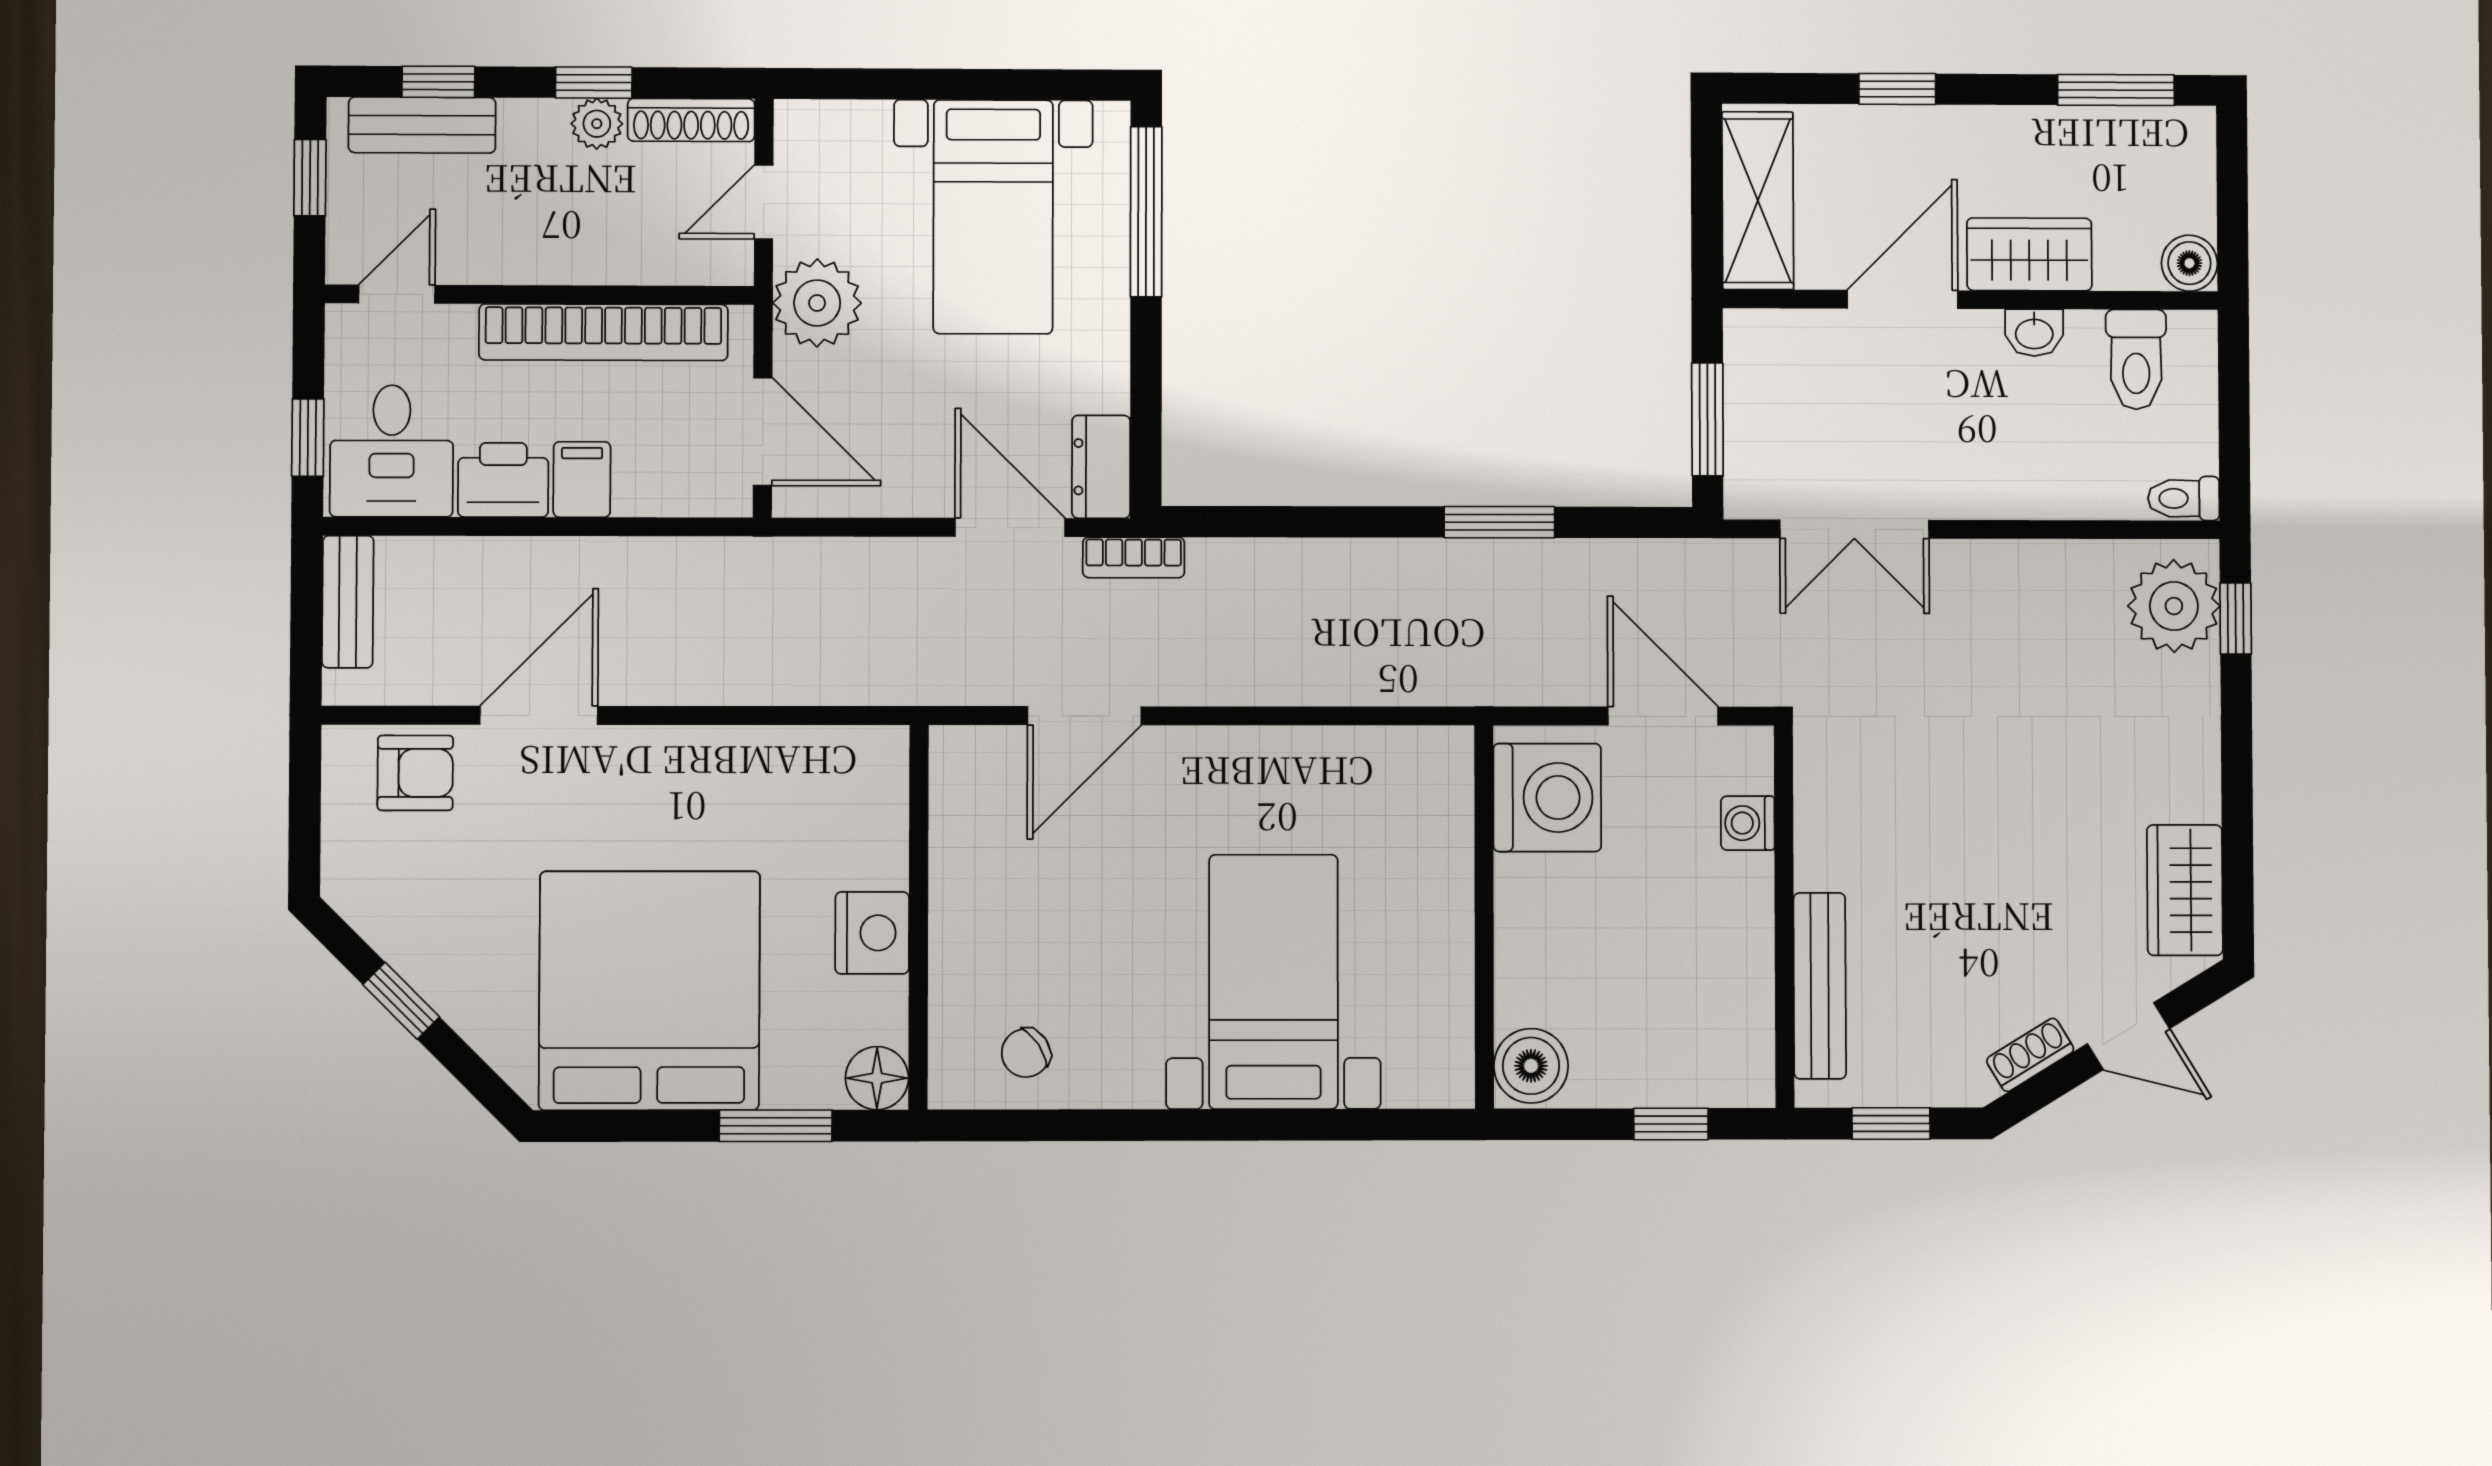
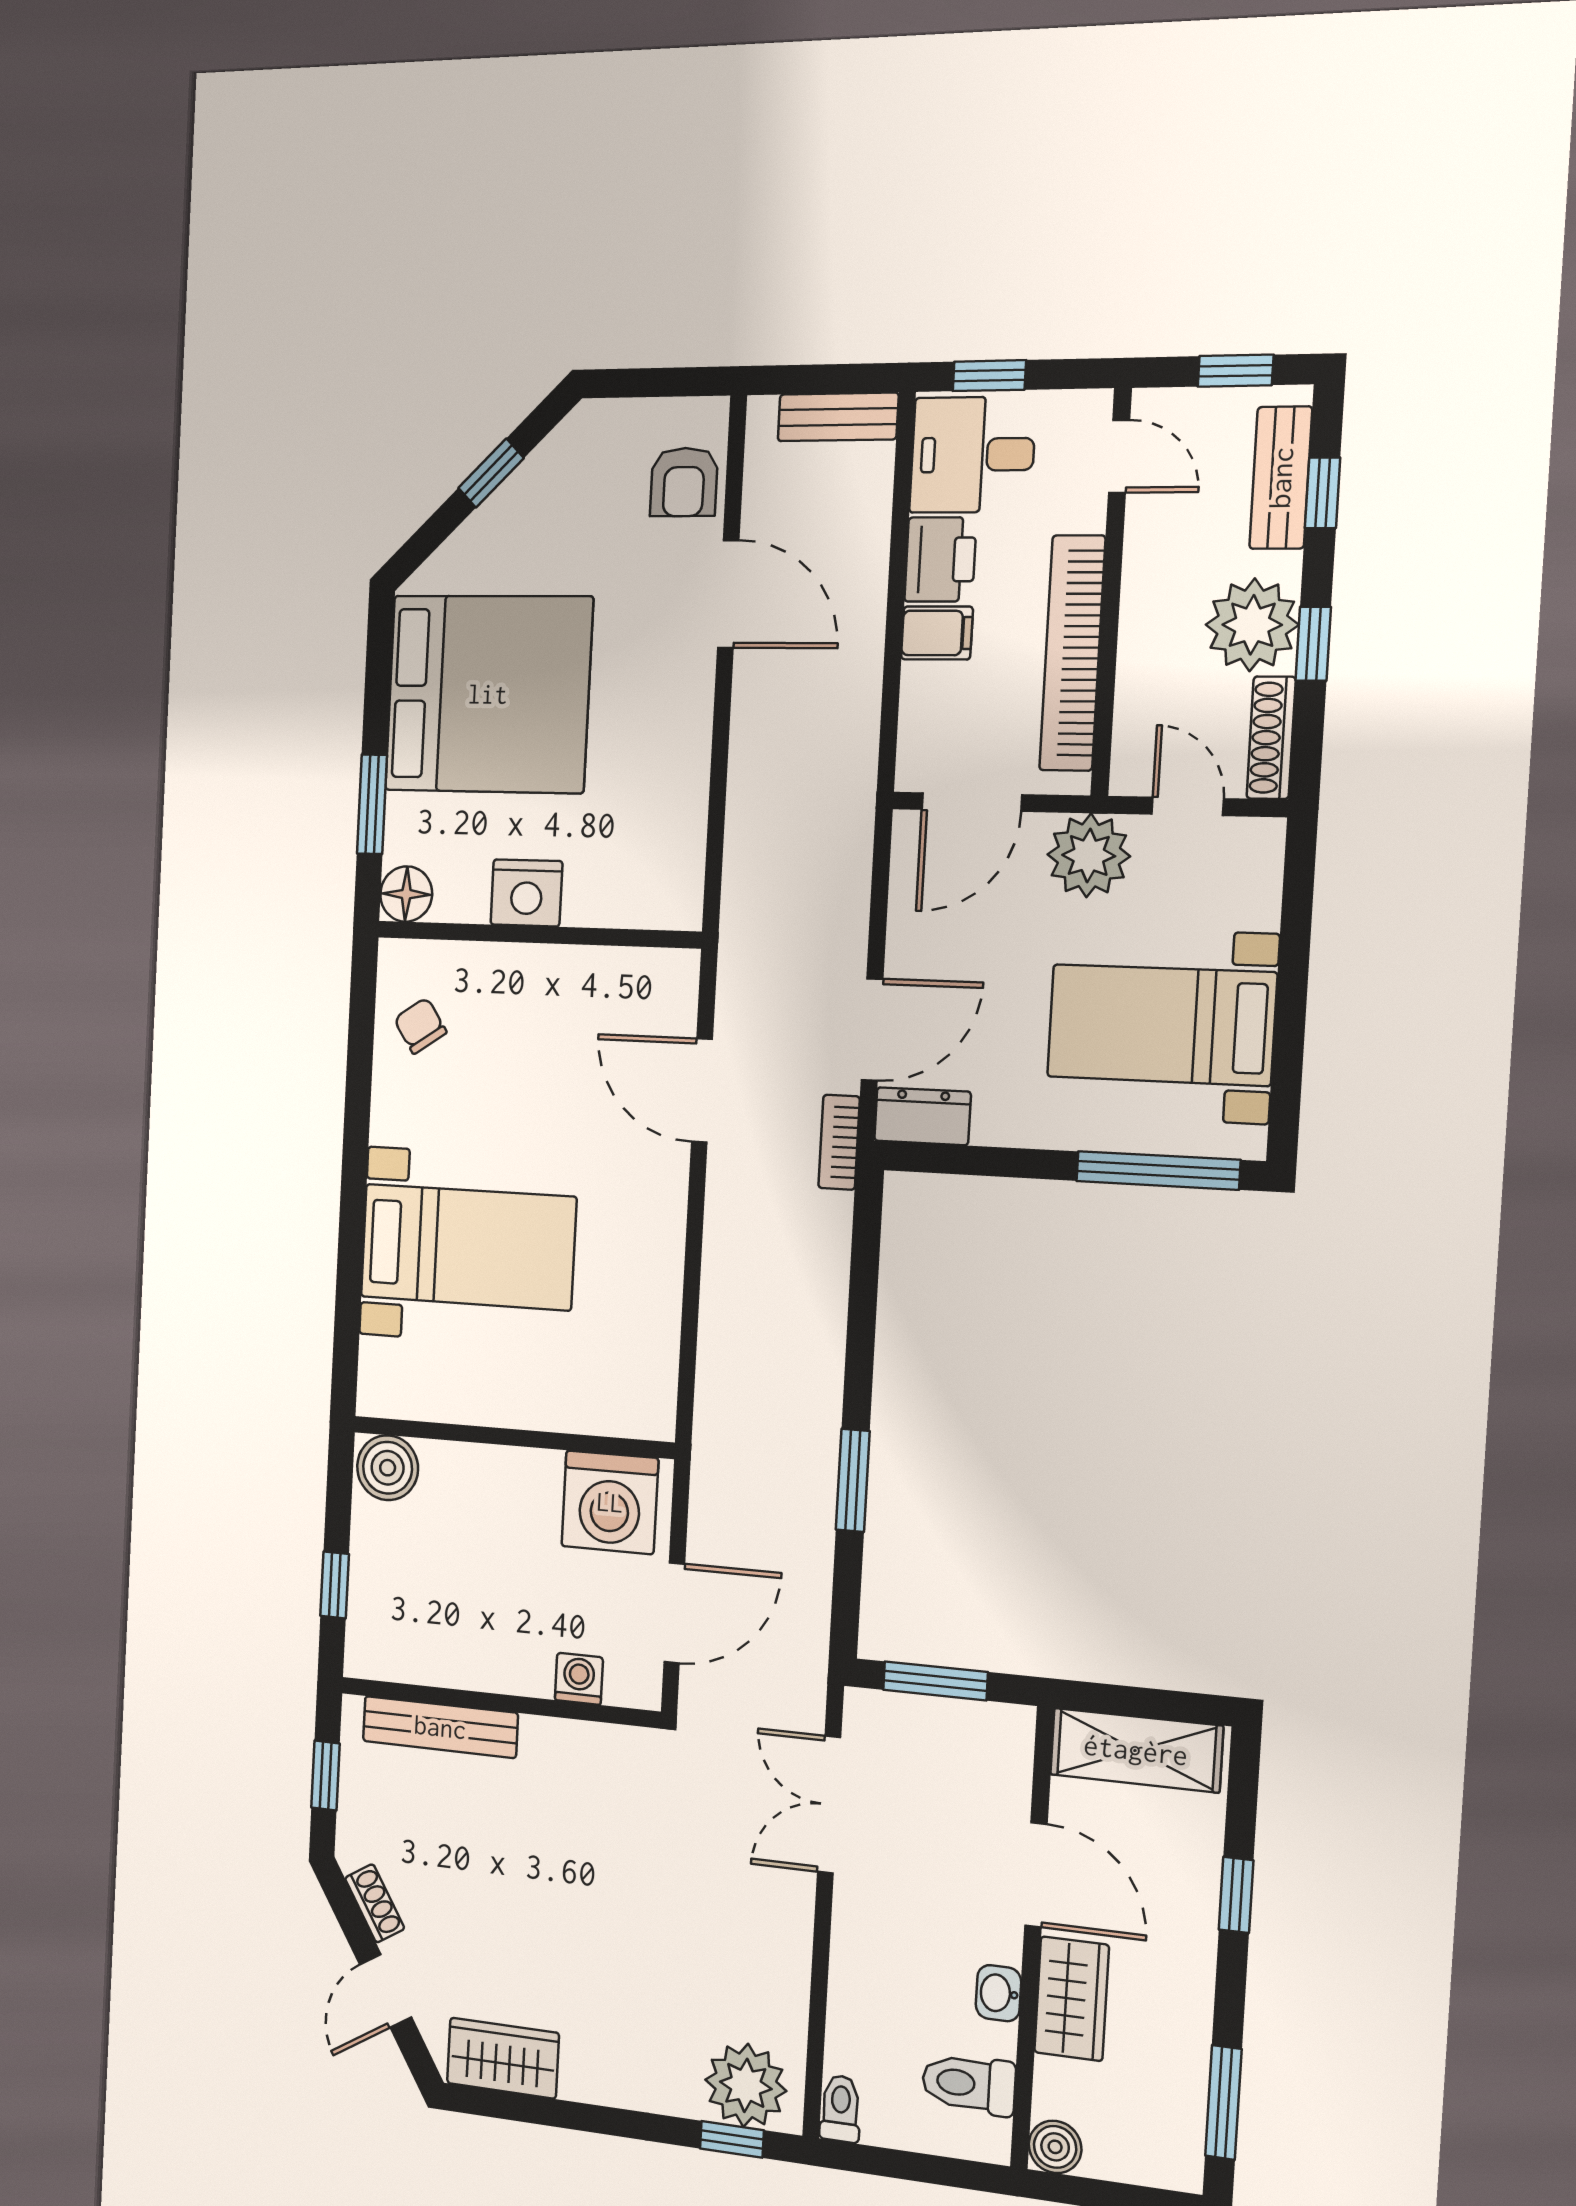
plant: (597, 124) -> (1252, 625), width x1.88, depth x1.88

